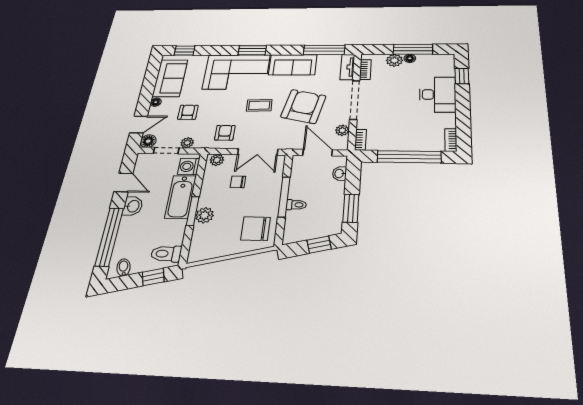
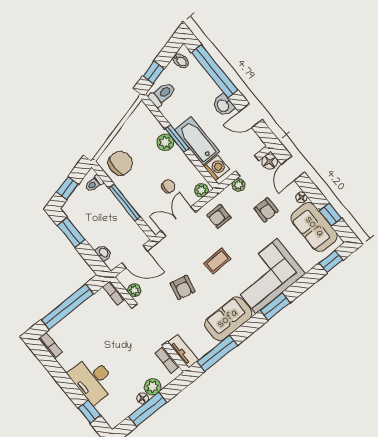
window: (151, 78) -> (330, 214), added
armchair: (303, 106) -> (183, 287), width x0.53, depth x0.53
armchair: (225, 133) -> (219, 216), turned 90
toilet: (296, 205) -> (94, 184), moved

